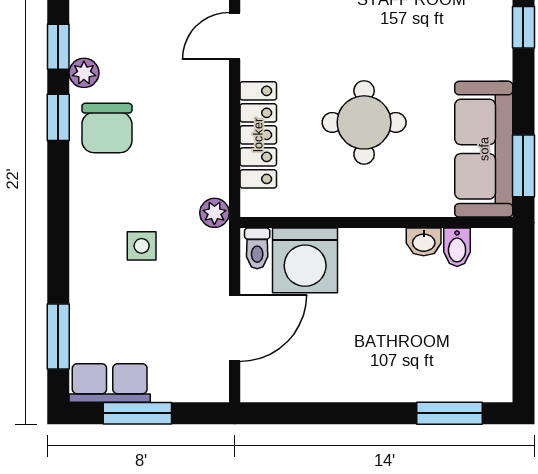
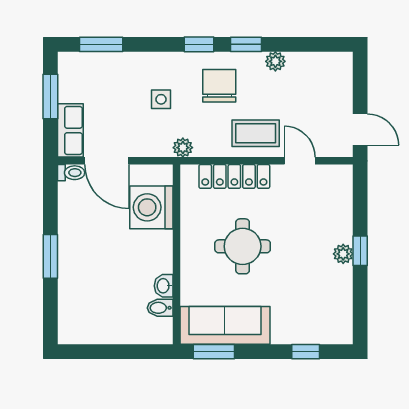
window: (58, 47) -> (199, 44), moved
coffee table: (193, 103) -> (256, 133), added
chair: (107, 128) -> (219, 86), moved, turned 90
toilet: (257, 248) -> (71, 173), moved, turned 180
row of seats: (110, 383) -> (70, 130), moved
window: (450, 413) -> (50, 256), moved

